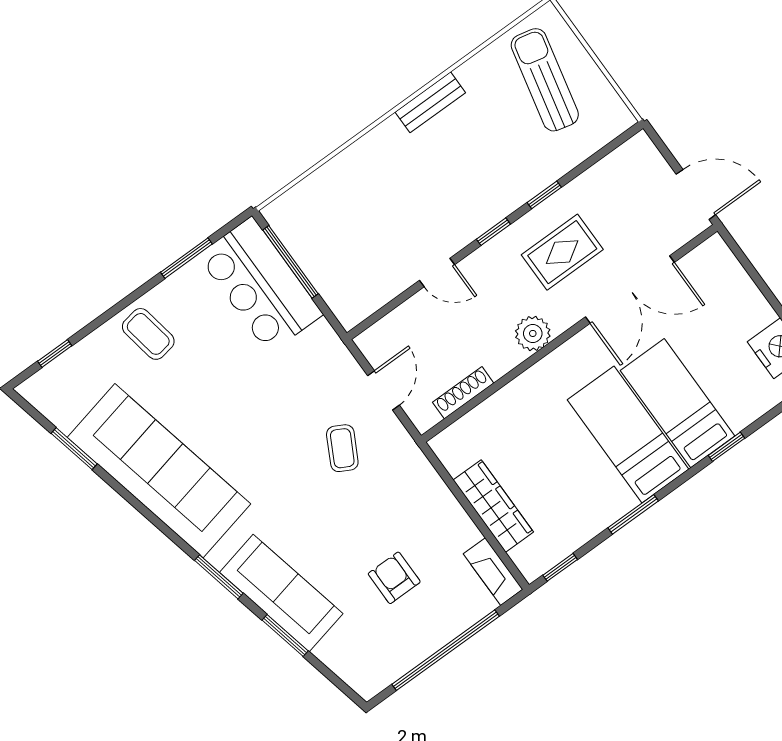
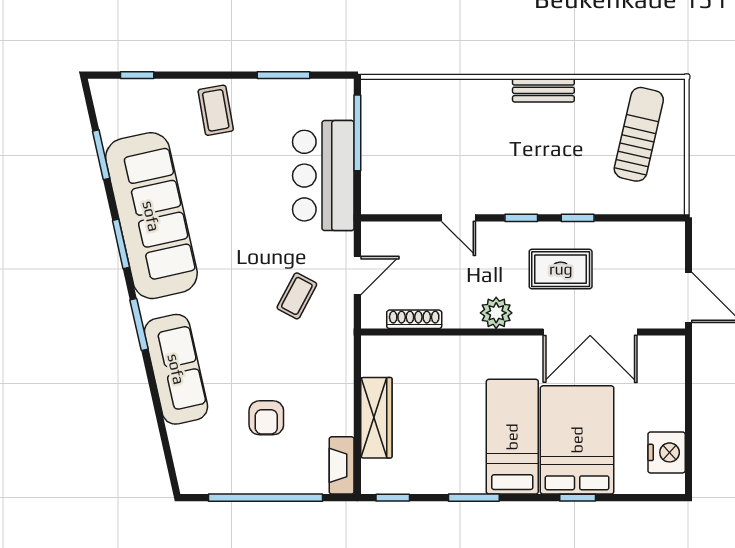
bar counter: (260, 285) -> (323, 176), moved
bed: (677, 403) -> (577, 440), width x1.50
armchair: (394, 578) -> (266, 418), turned 180
window: (285, 636) -> (121, 244), moved

